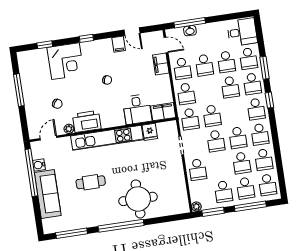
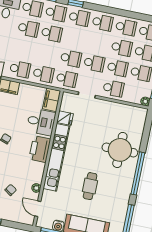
school desk: (204, 65) -> (24, 49), removed
printer: (87, 121) -> (40, 149), moved
school desk: (238, 138) -> (118, 68), moved

